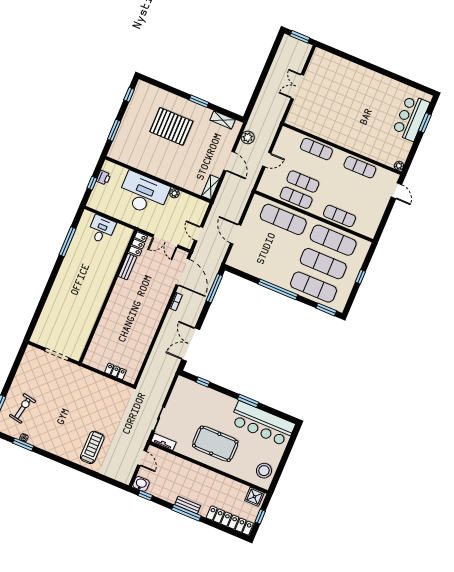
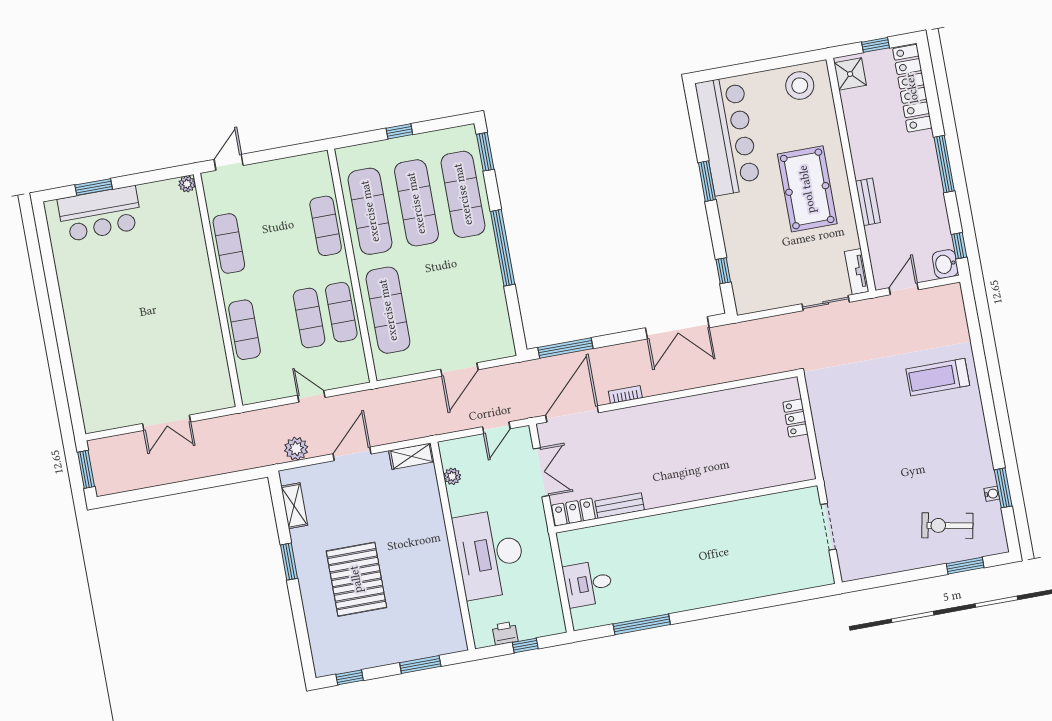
plant: (174, 193) -> (452, 476), moved
bench: (188, 505) -> (868, 202), moved

